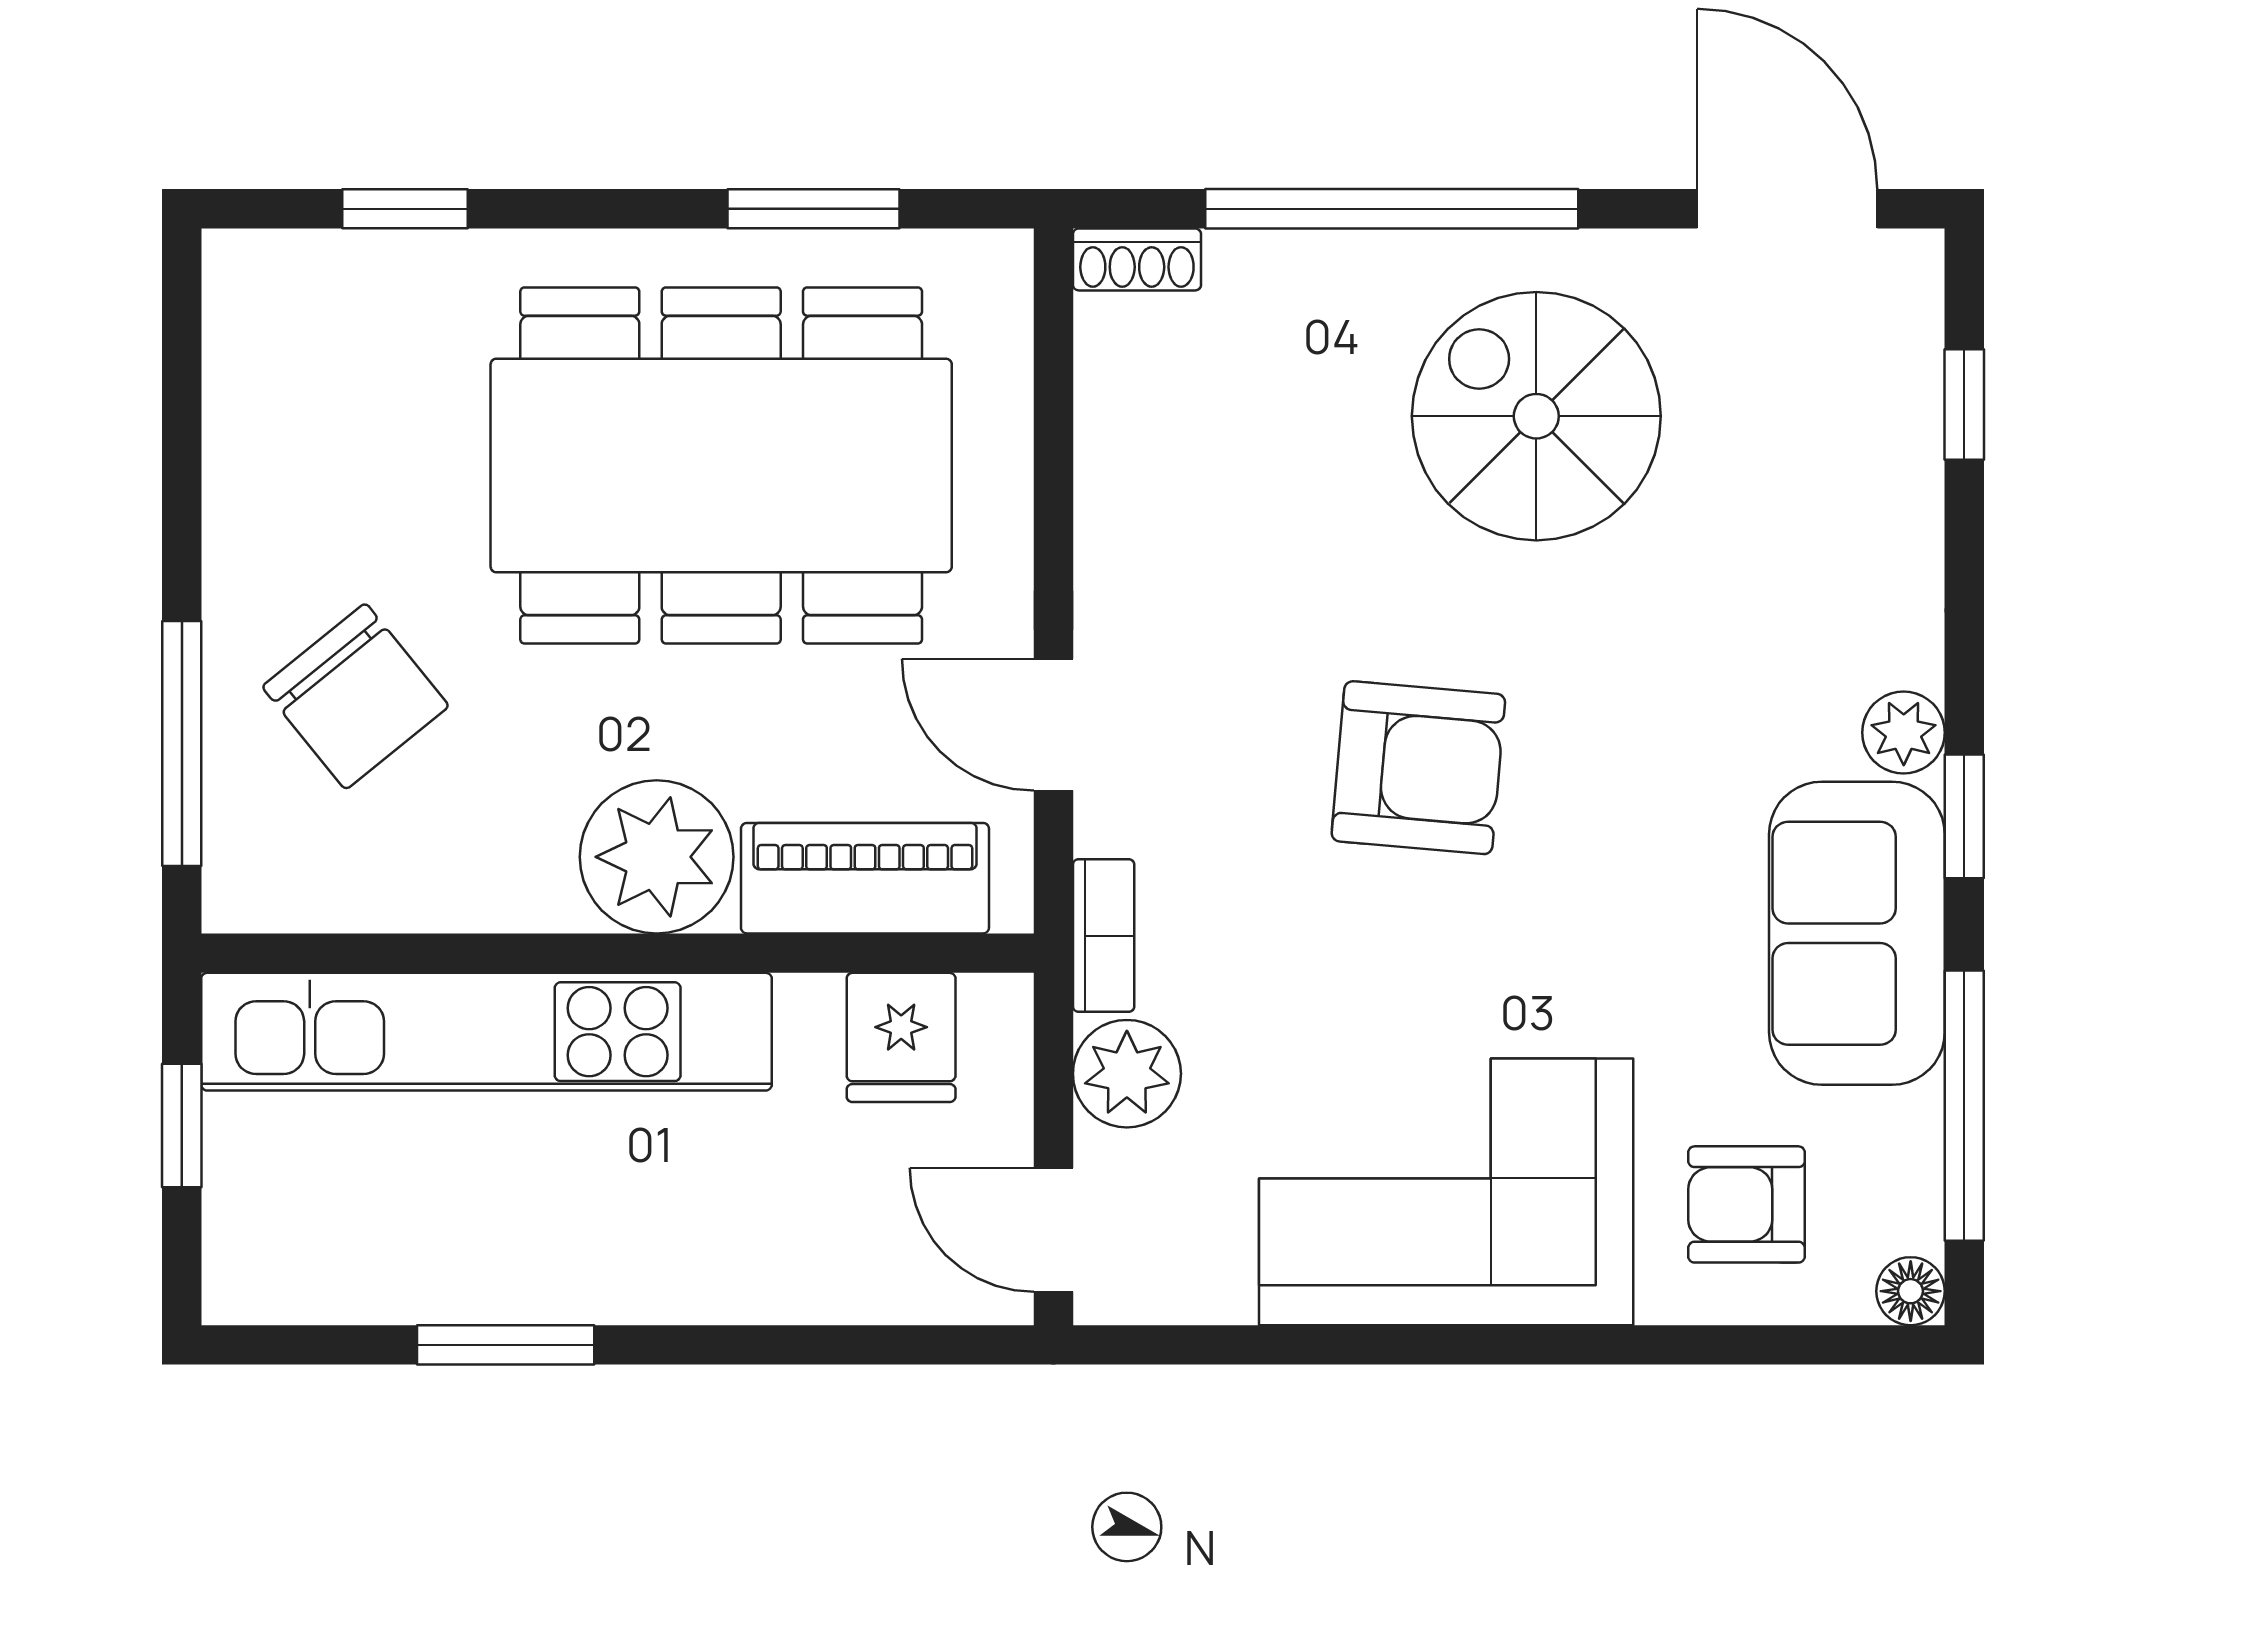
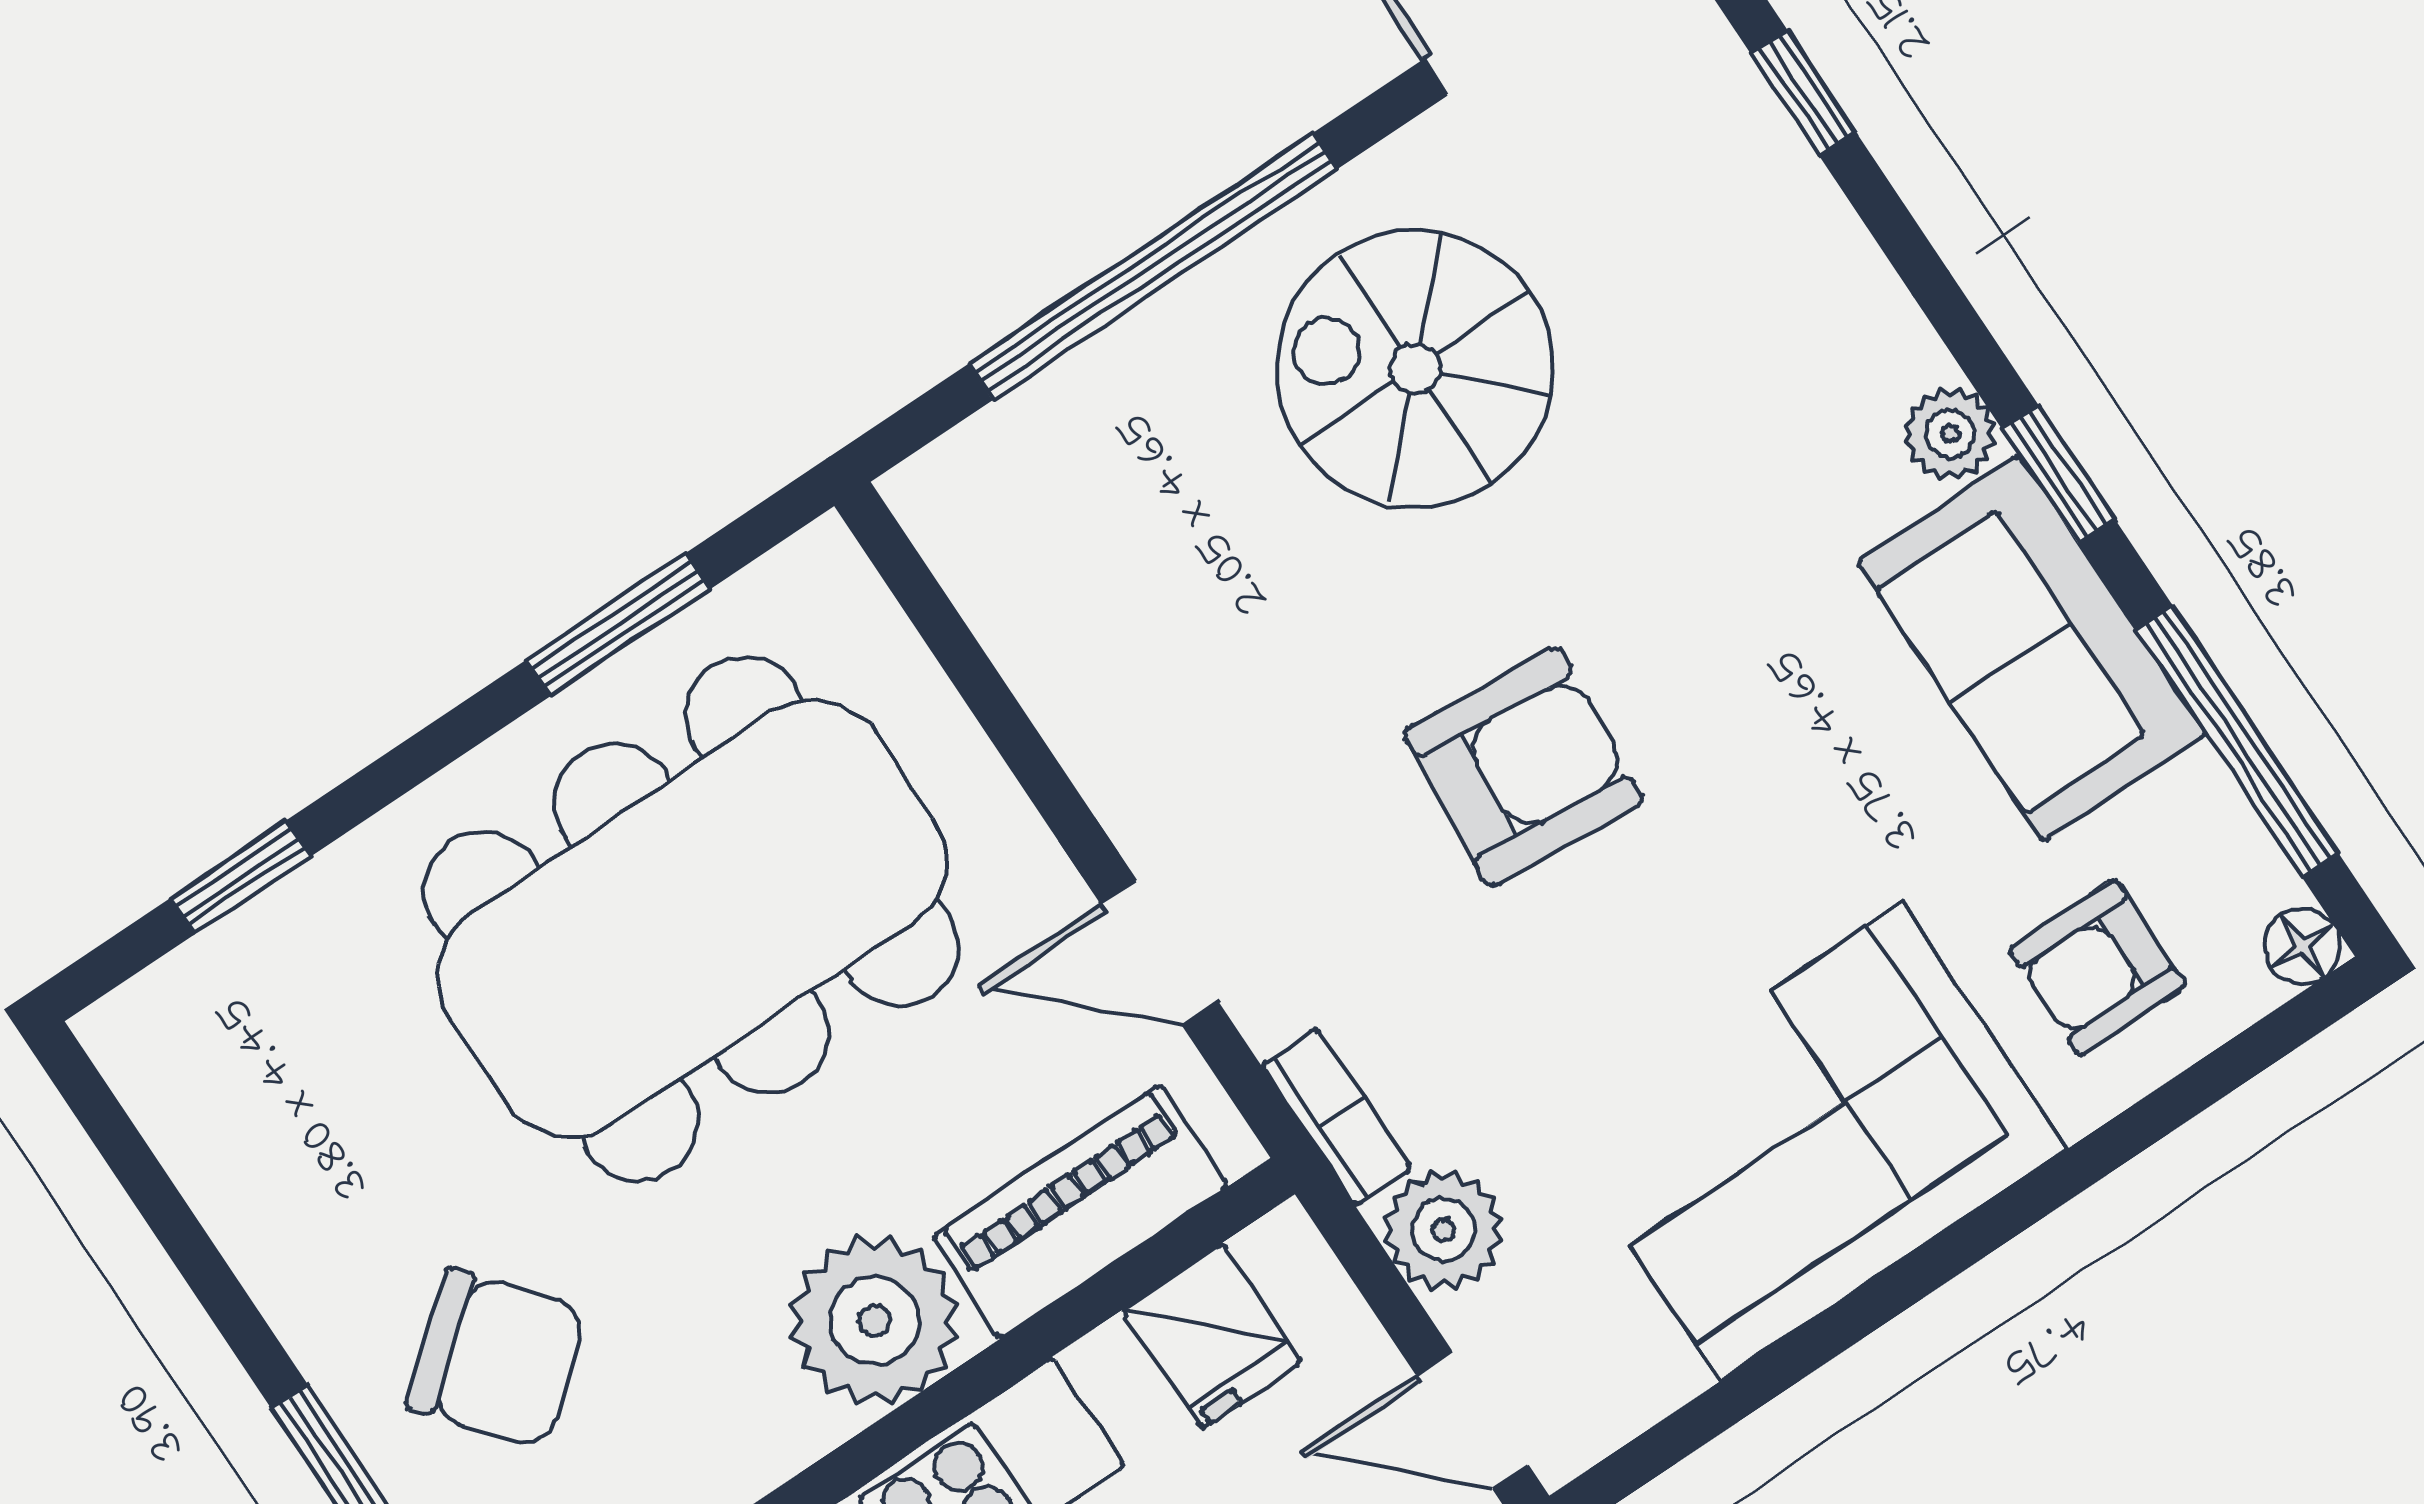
shoe rack: (1137, 259) -> (949, 471), removed

